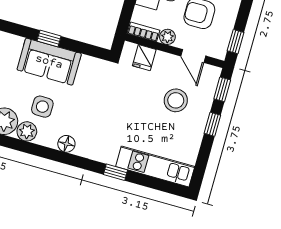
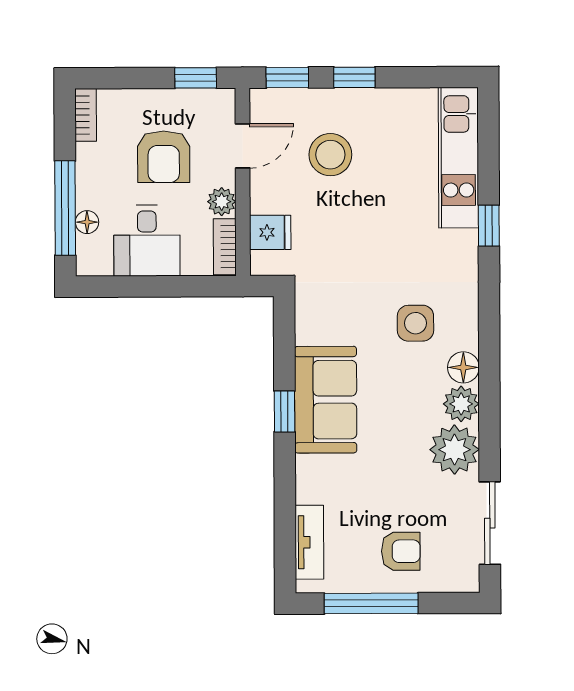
side table: (42, 107) -> (415, 323), moved
floor lamp: (66, 144) -> (463, 367), moved

